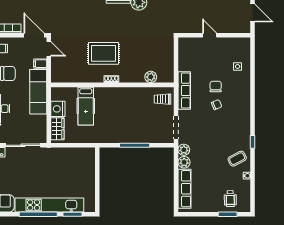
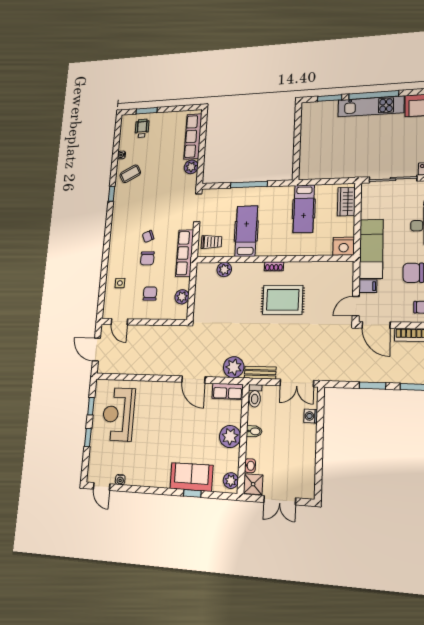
door: (210, 35) -> (119, 322), moved
door: (49, 49) -> (356, 306), hinge flipped
chair: (211, 58) -> (150, 294), added
hospital bed: (86, 106) -> (304, 209), moved, turned 180
hospital bed: (135, 107) -> (246, 231), added
nightstand: (58, 109) -> (344, 246), moved, turned 90
plant: (184, 150) -> (182, 297), moved
kitchen unit: (49, 205) -> (371, 106), width x0.73

